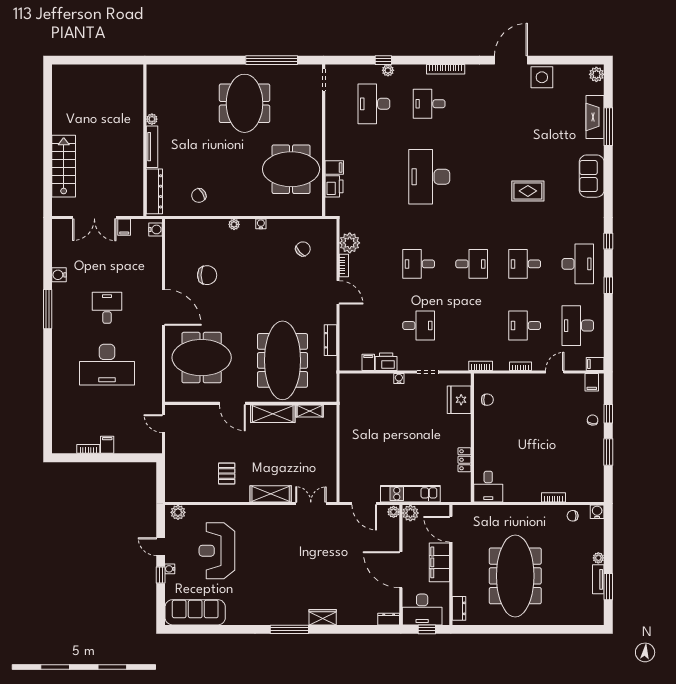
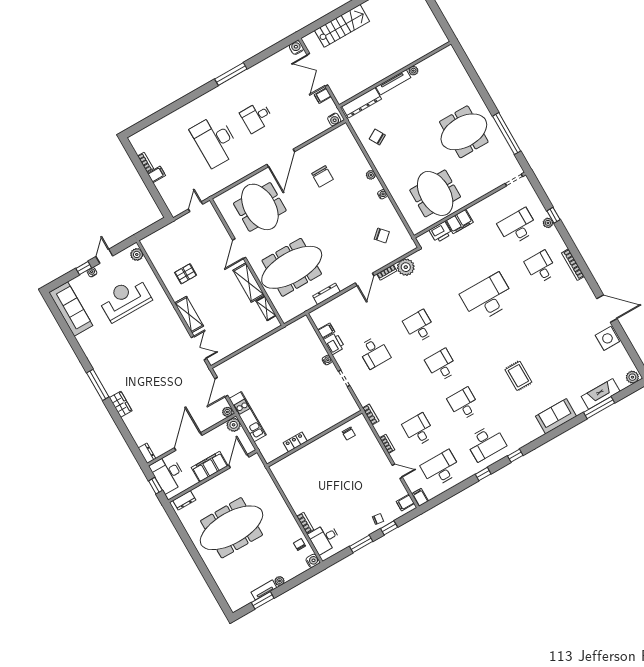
filing cabinet: (334, 168) -> (459, 221), width x2.00
desk: (472, 264) -> (441, 365), turned 180
water cooler: (59, 275) -> (296, 48), moved
desk: (107, 308) -> (257, 117), turned 180
fridge: (459, 400) -> (337, 413), removed
desk: (488, 487) -> (324, 538), moved

